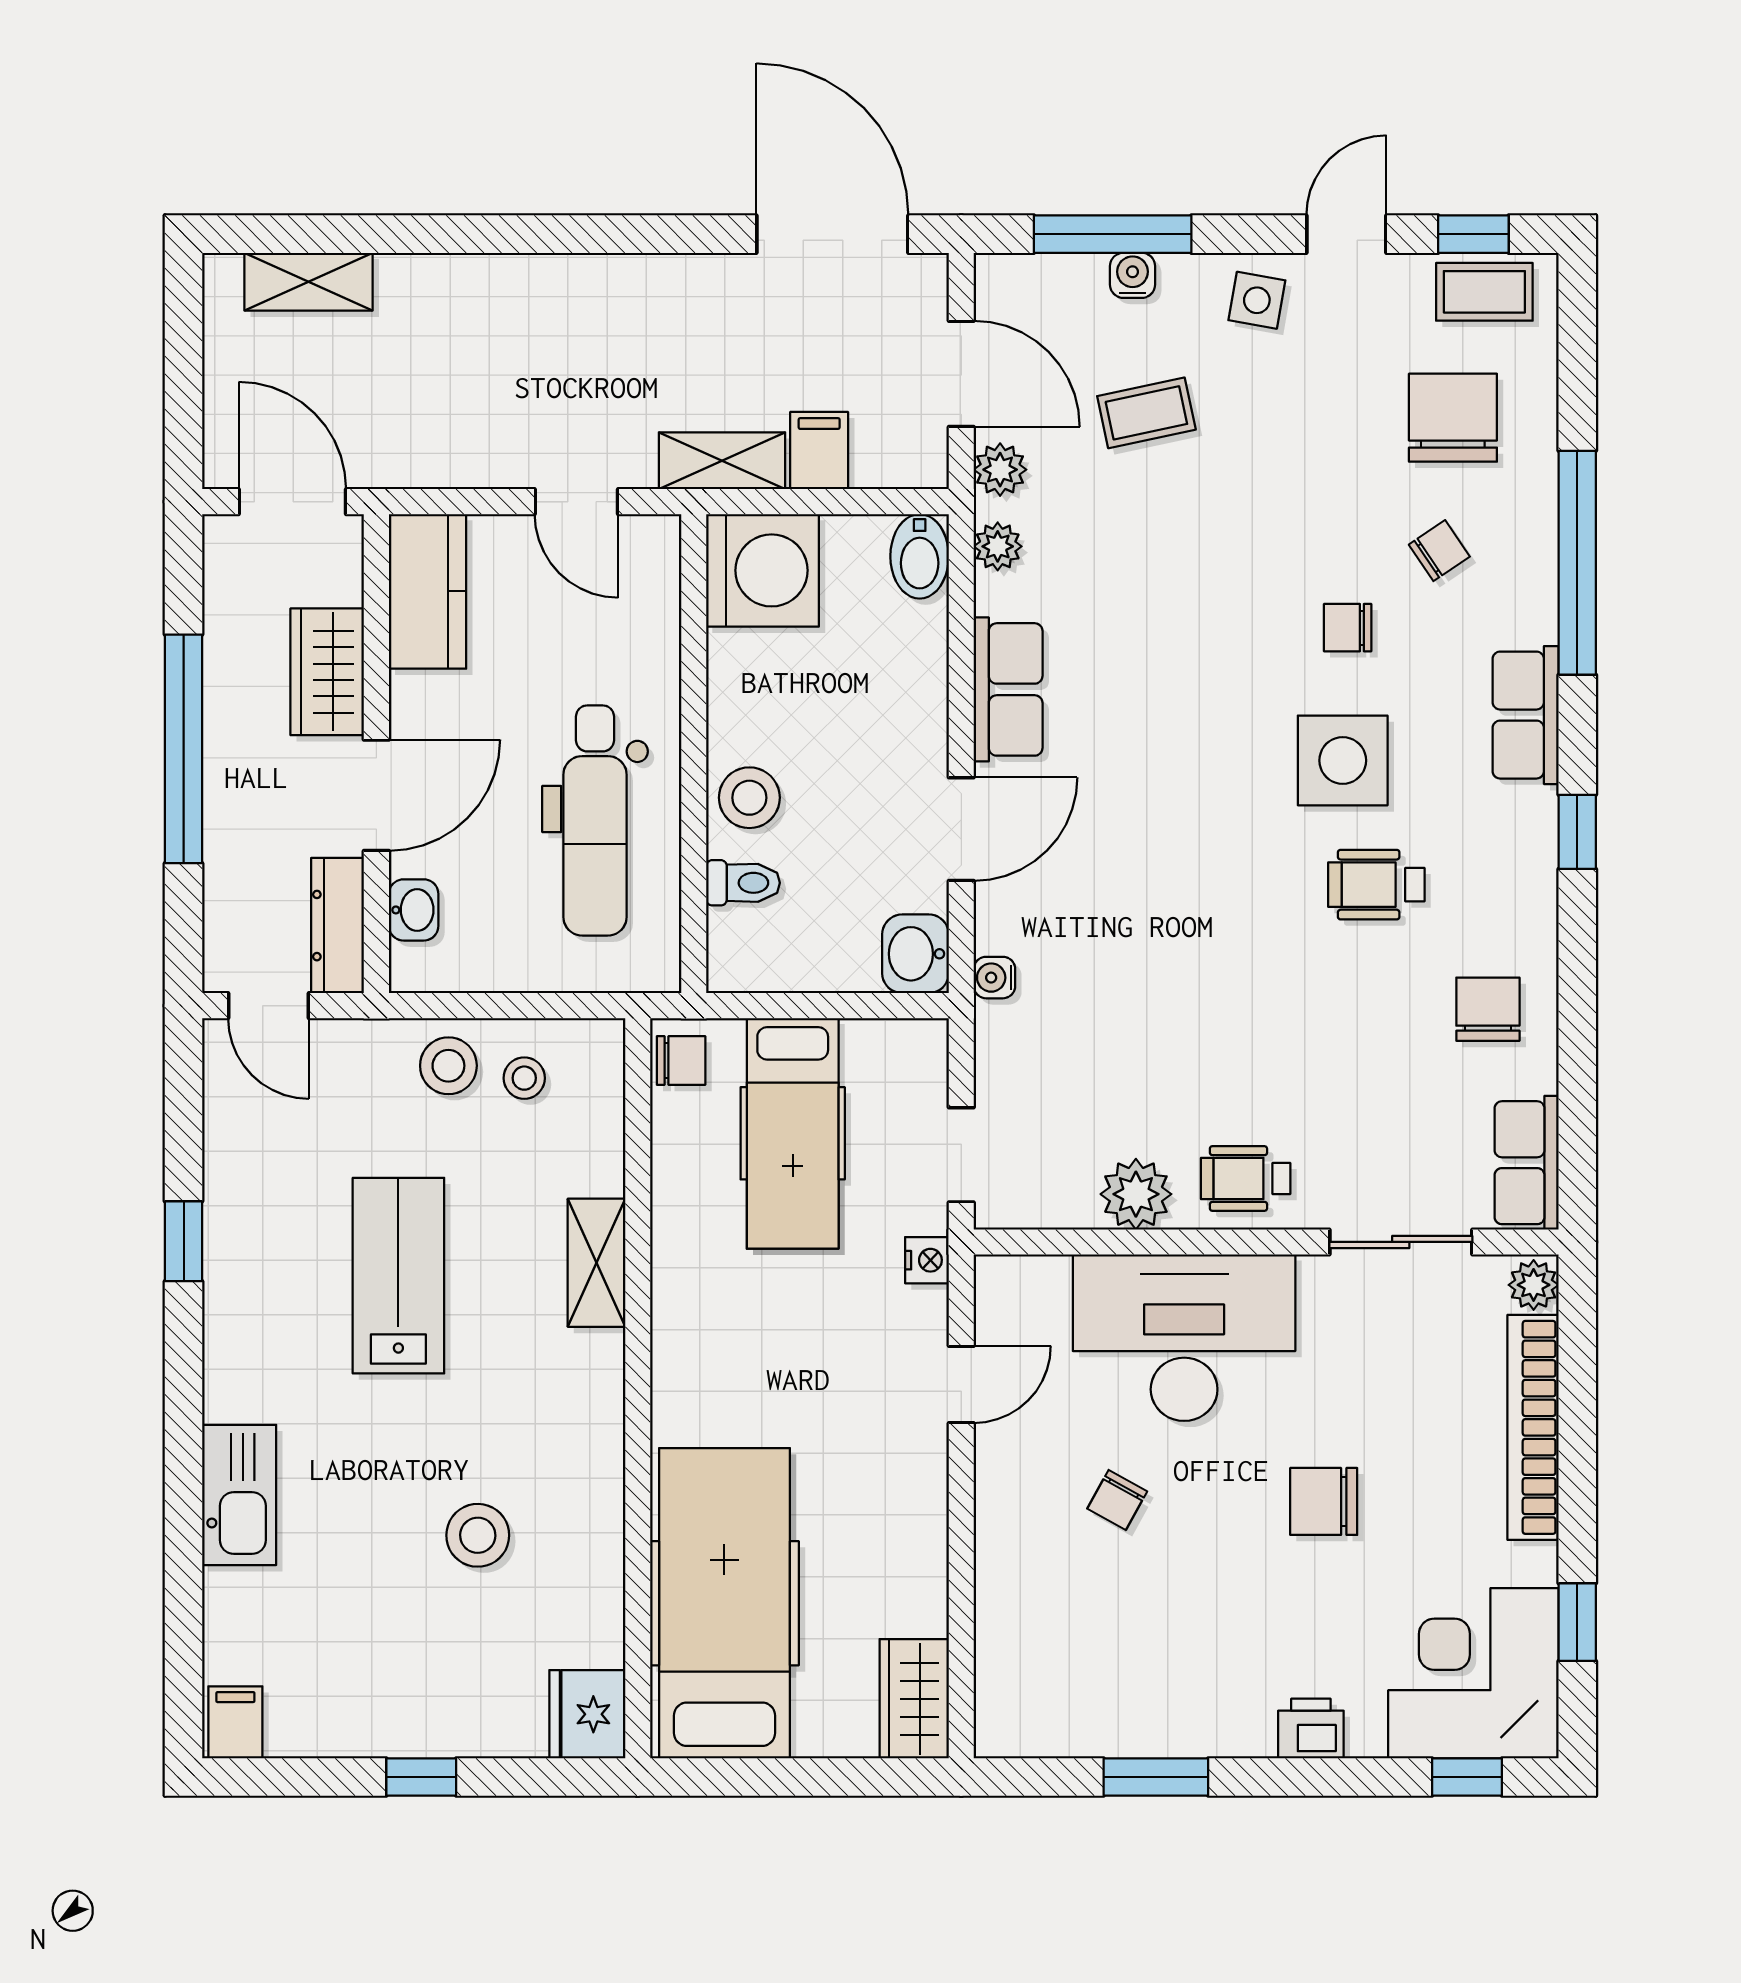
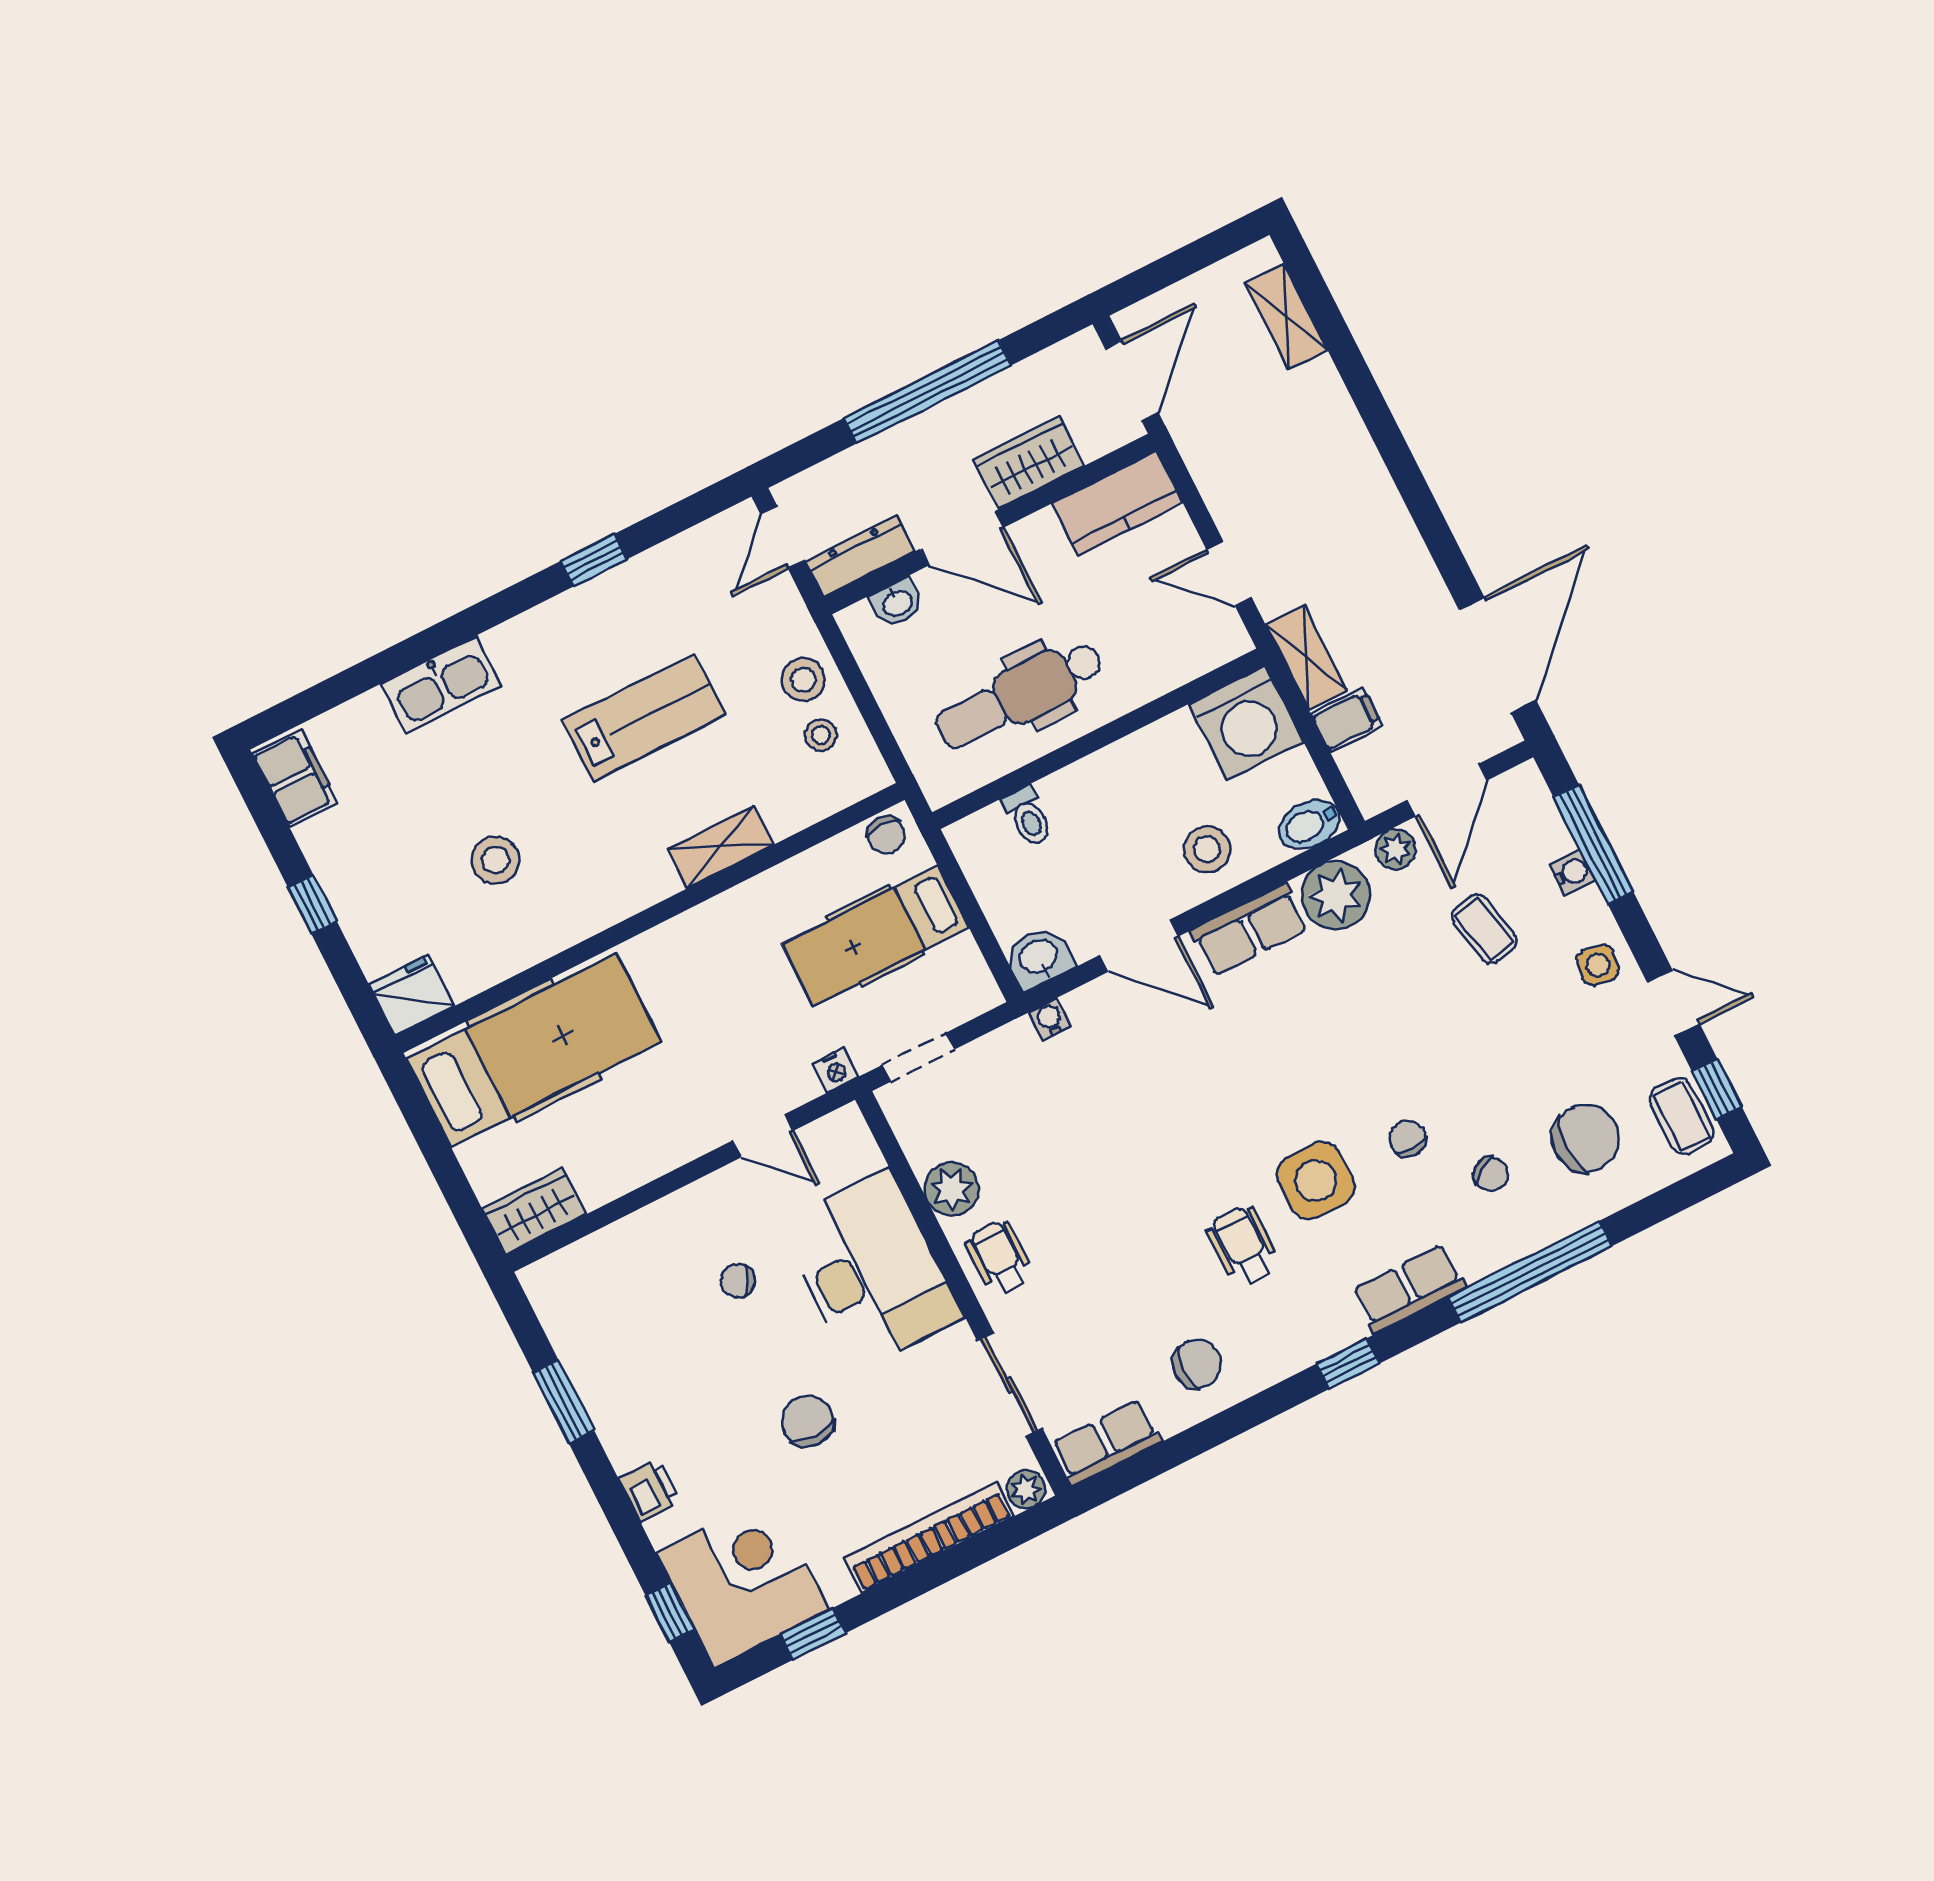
door: (576, 502) -> (1229, 573), hinge flipped
plant: (998, 546) -> (1336, 895), width x1.88, depth x1.88
stool: (749, 798) -> (1207, 849), moved
filing cabinet: (235, 1722) -> (295, 778), width x2.00

